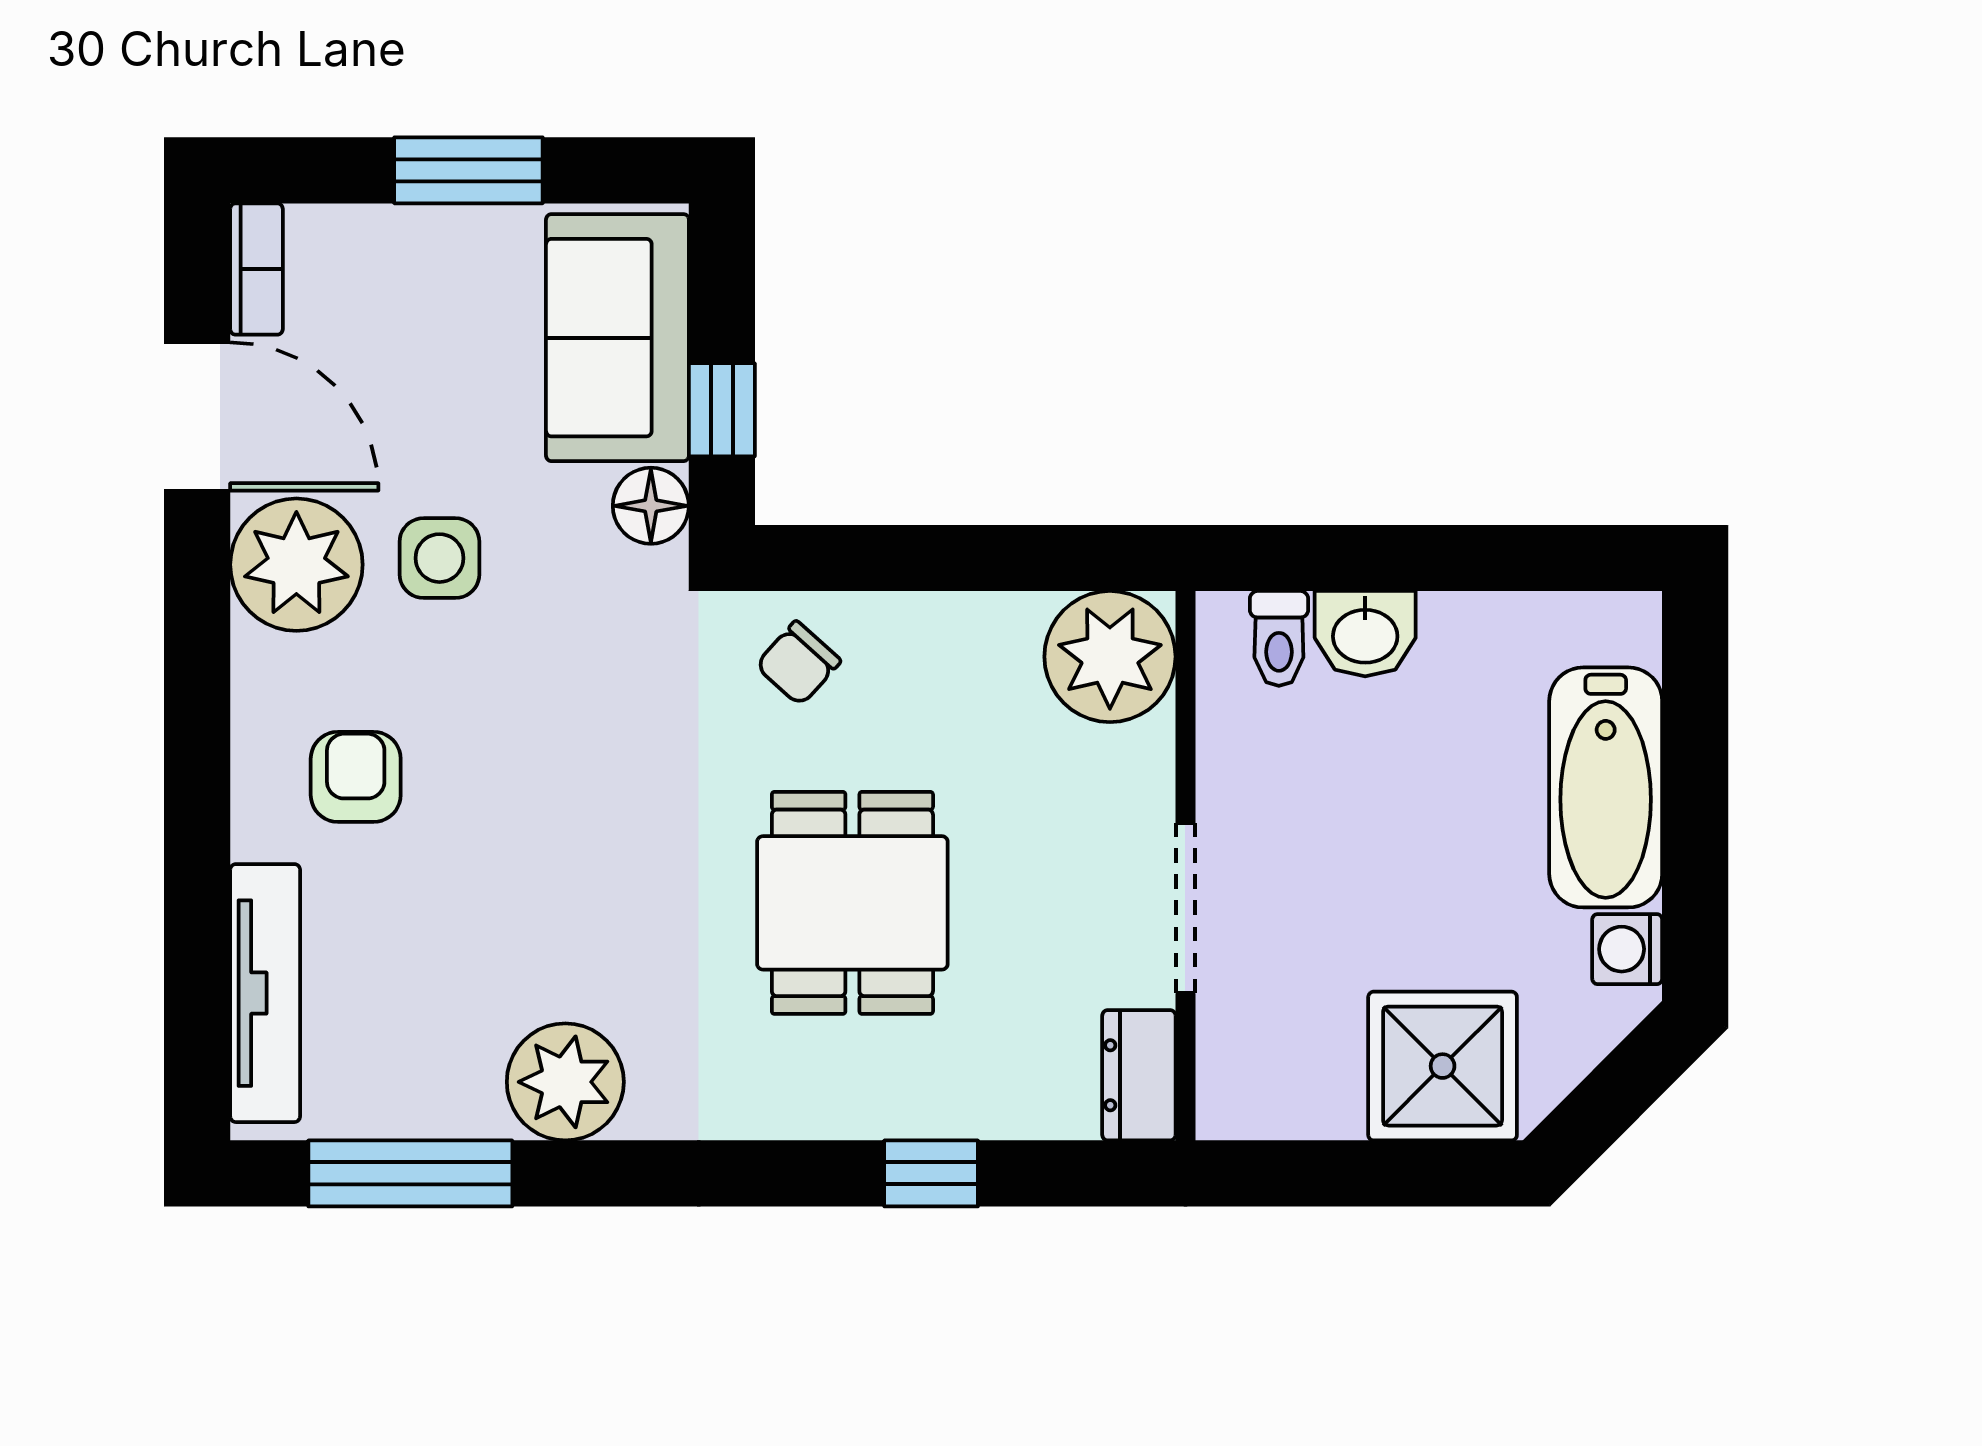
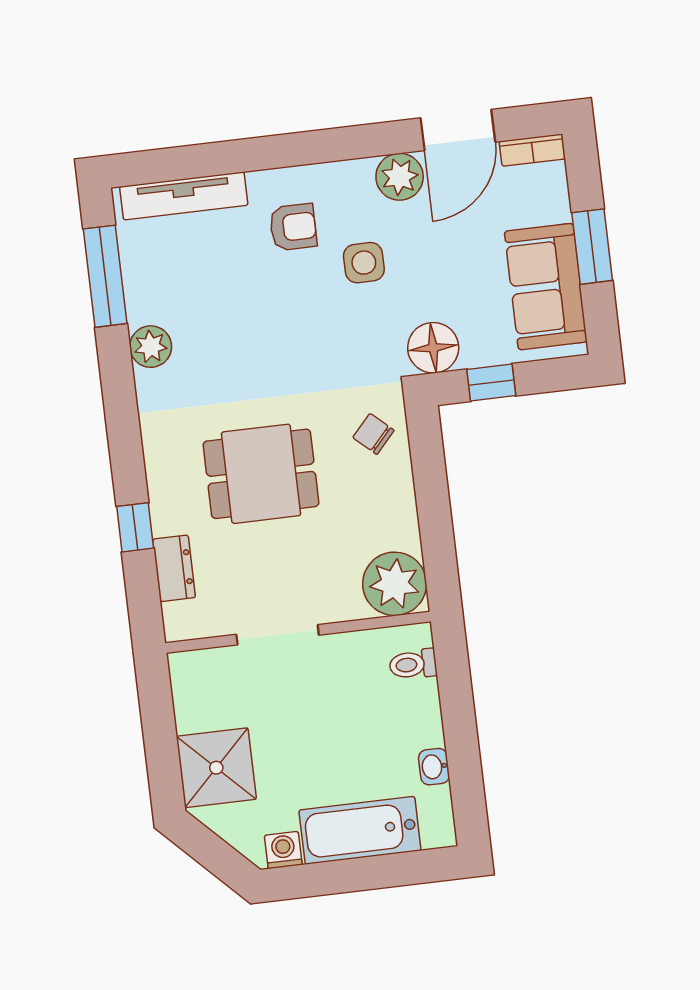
sofa: (617, 338) -> (546, 287), moved, turned -90
floor lamp: (651, 506) -> (433, 348), width x1.38, depth x1.38
side table: (439, 558) -> (364, 263), moved
plant: (296, 565) -> (400, 177), width x0.73, depth x0.73
washbasin: (1365, 634) -> (434, 767), moved, width x0.72, depth x0.69
dresser: (1139, 1075) -> (174, 568), moved, turned 90
plant: (565, 1082) -> (151, 347), width x0.73, depth x0.73

